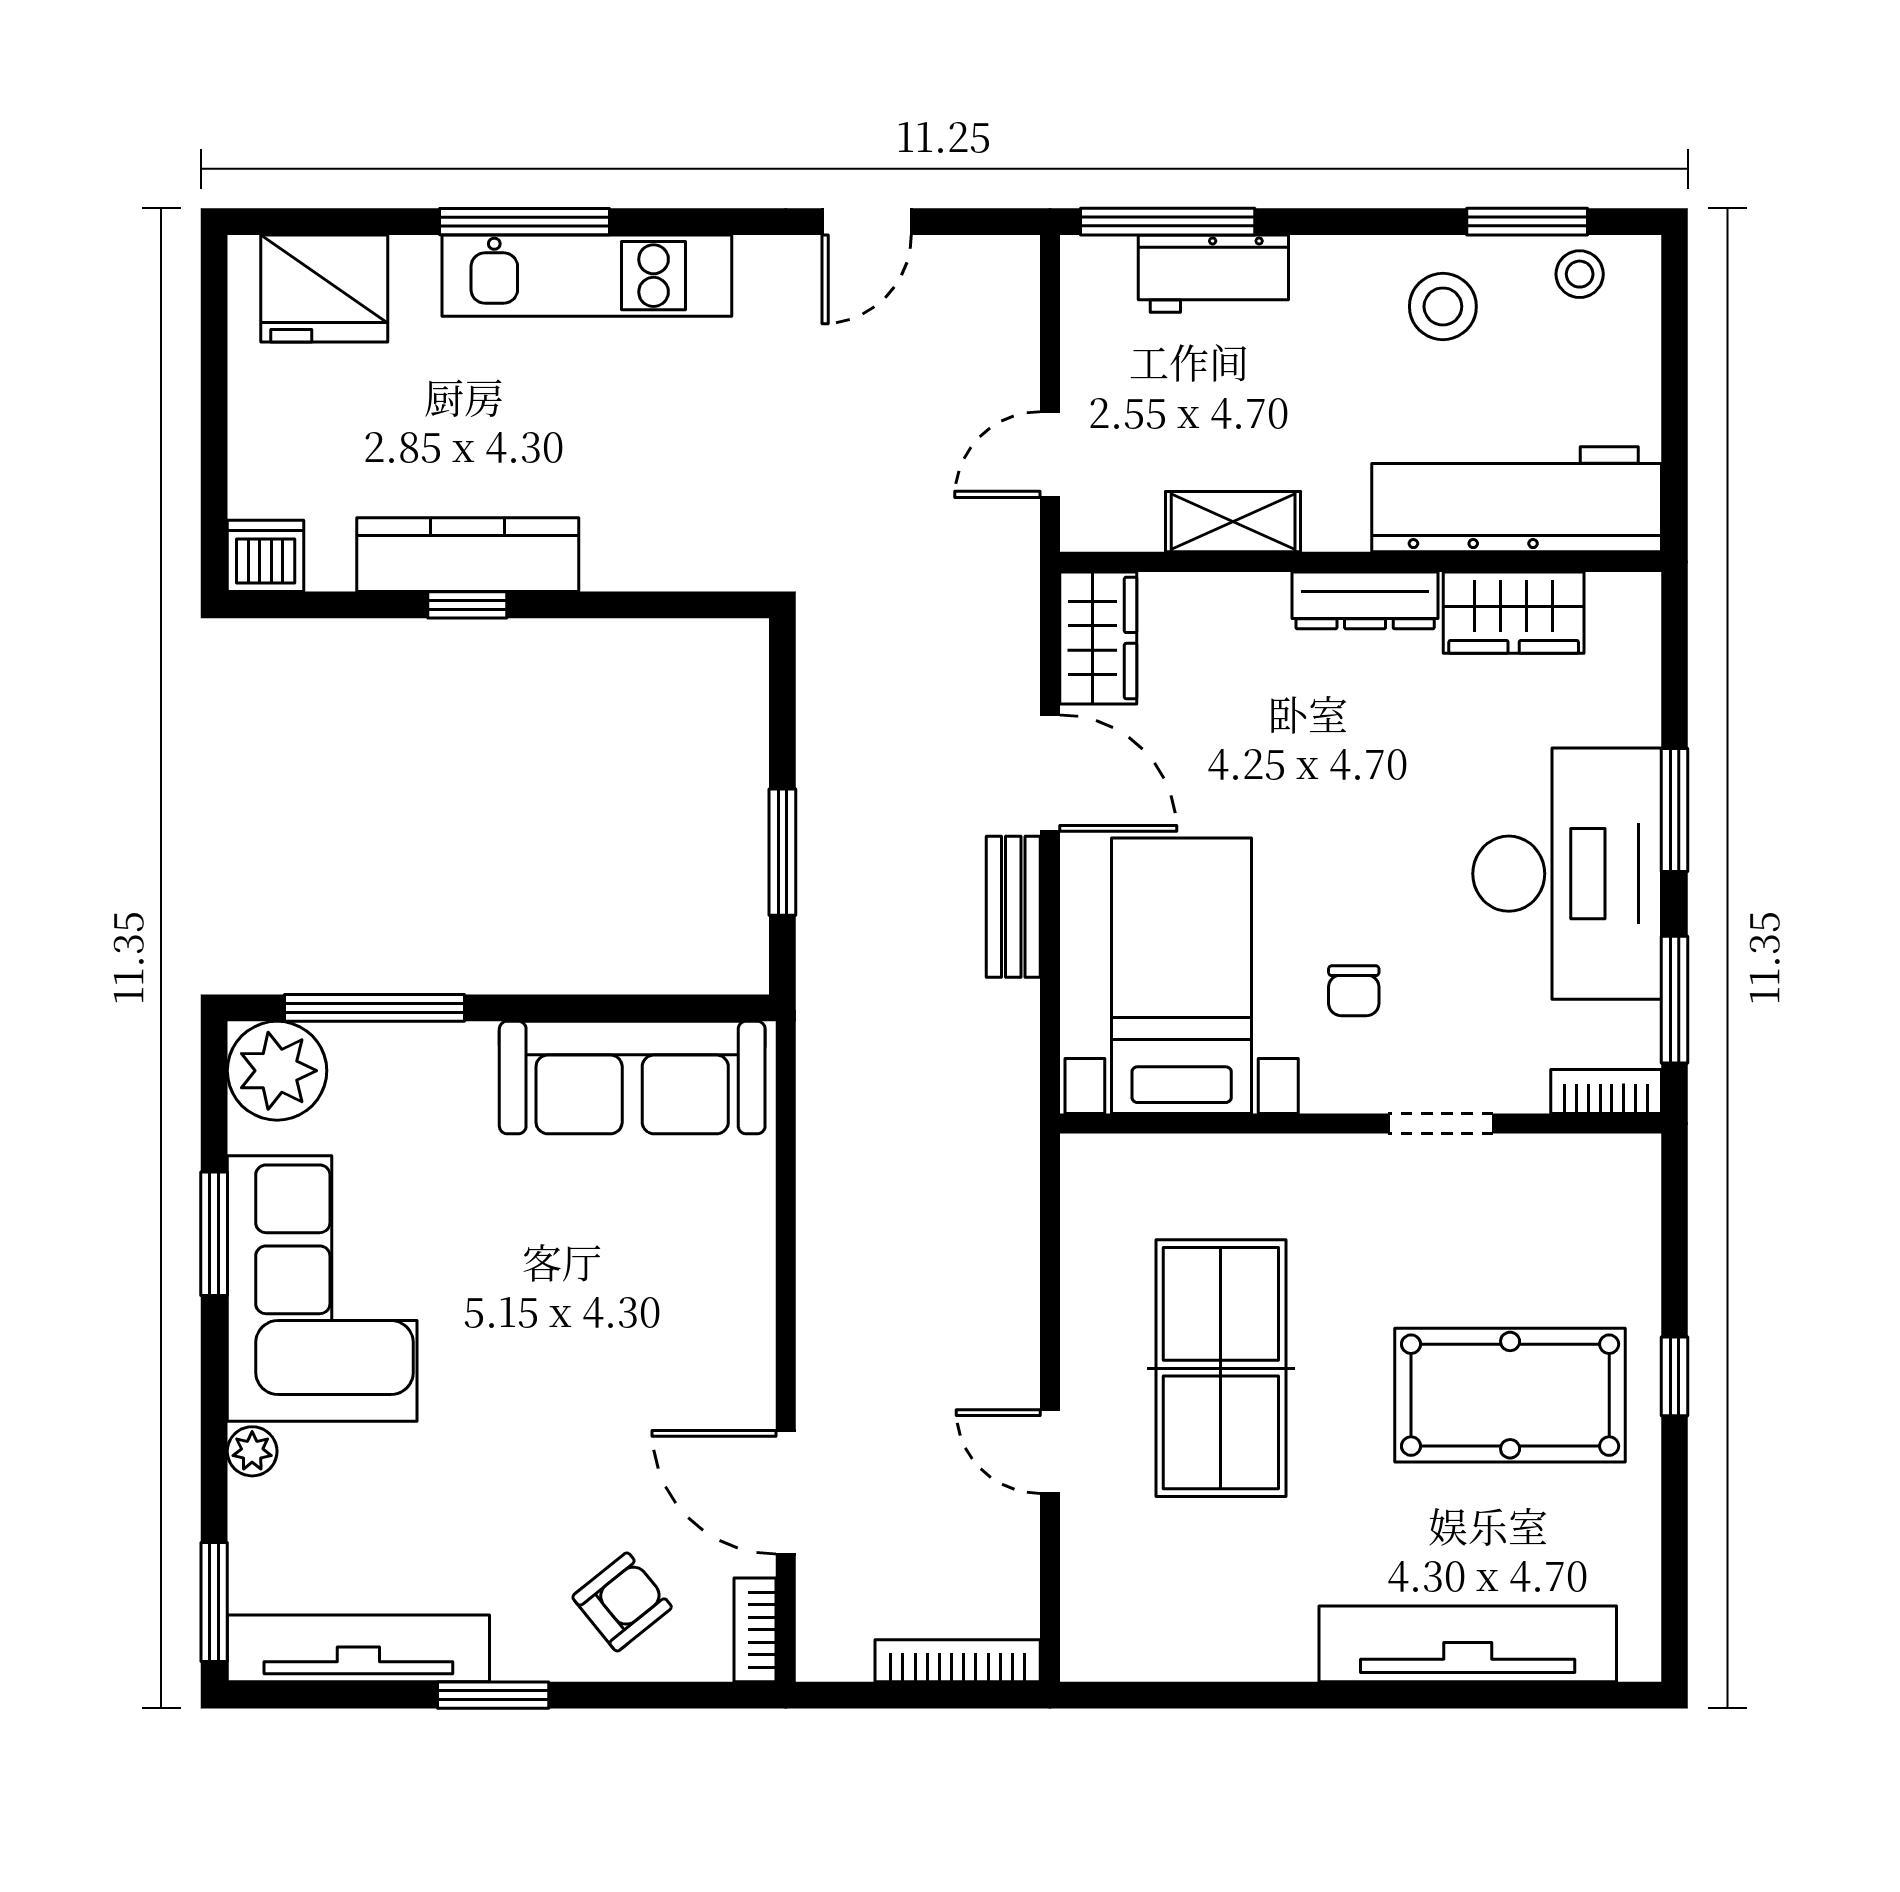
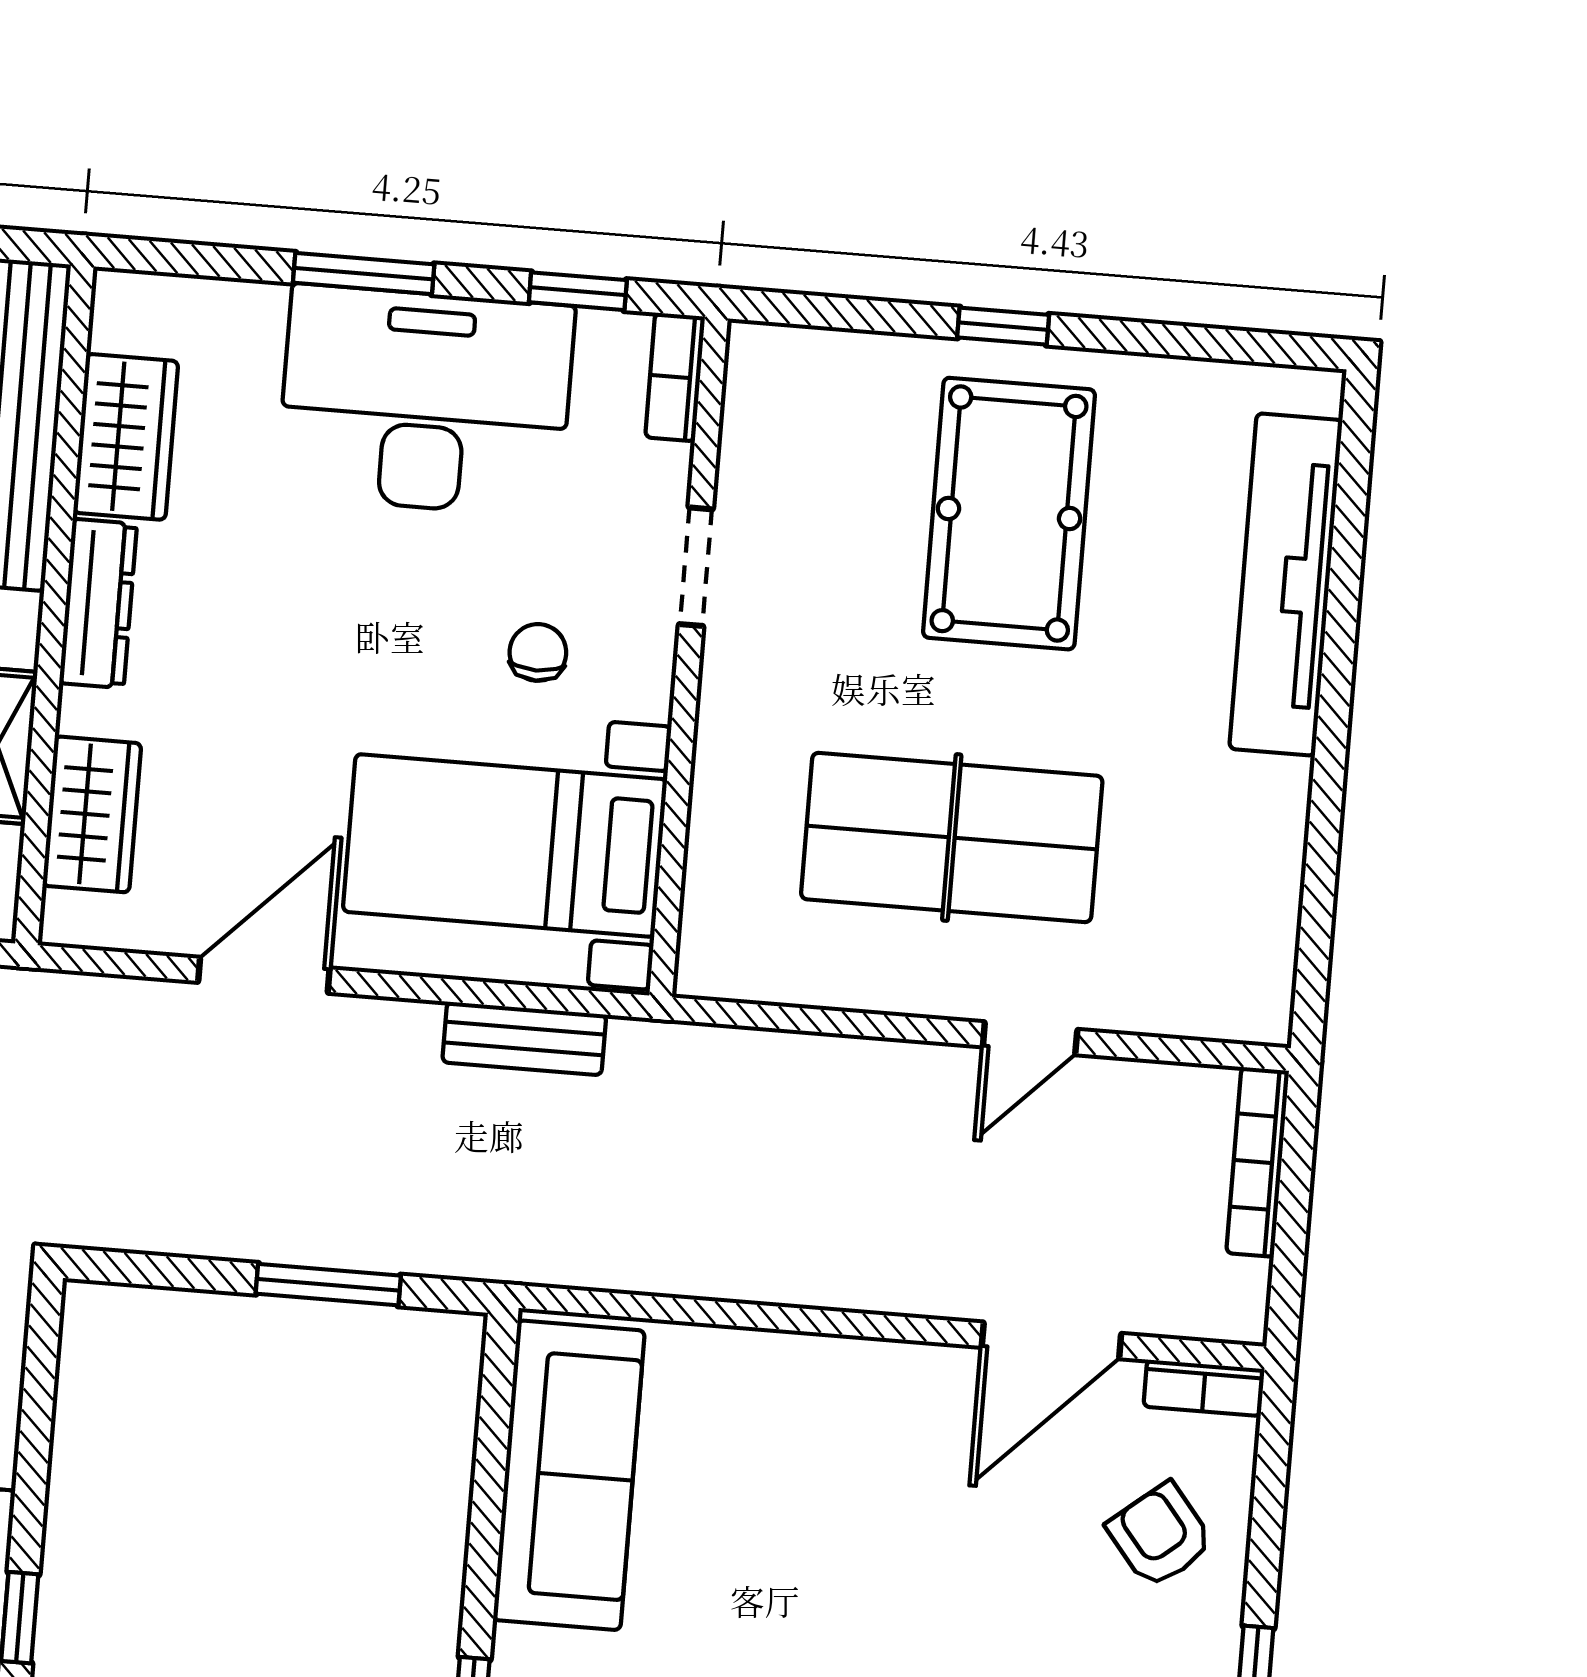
wardrobe: (1098, 638) -> (92, 814), moved, turned 90
bench: (1013, 907) -> (524, 1038), moved
chair: (1354, 991) -> (538, 652), turned -90
window: (1674, 1000) -> (578, 291), width x0.67

